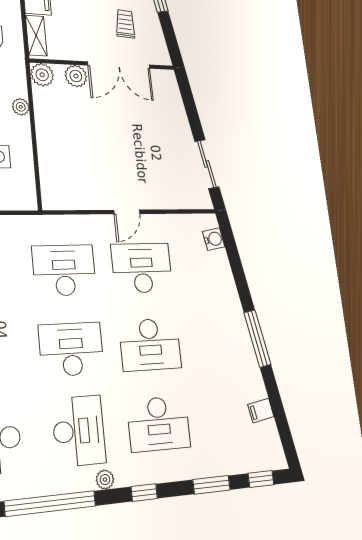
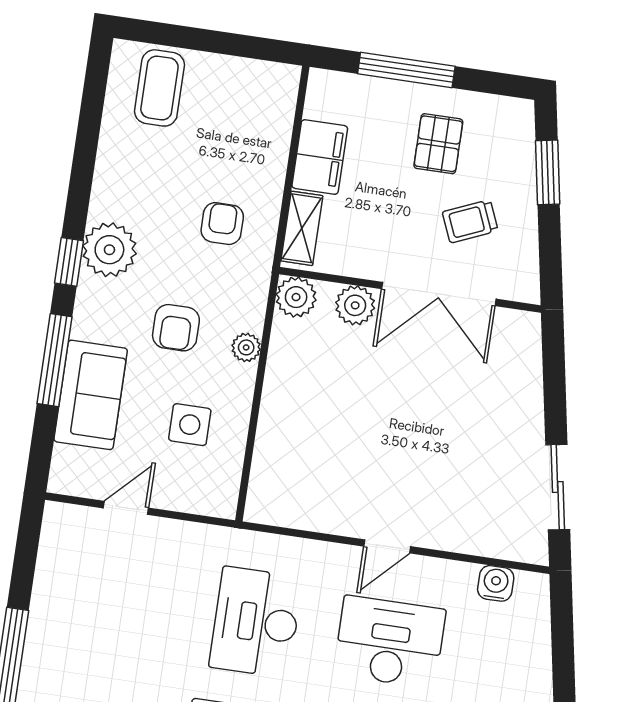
trolley: (125, 24) -> (470, 221), turned -117
water cooler: (214, 239) -> (496, 583), moved, turned -80
desk: (64, 270) -> (256, 622), turned -90

